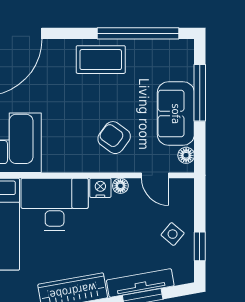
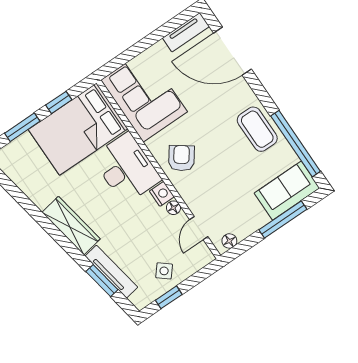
sofa: (176, 114) -> (287, 191), moved
armchair: (114, 138) -> (181, 158), moved

